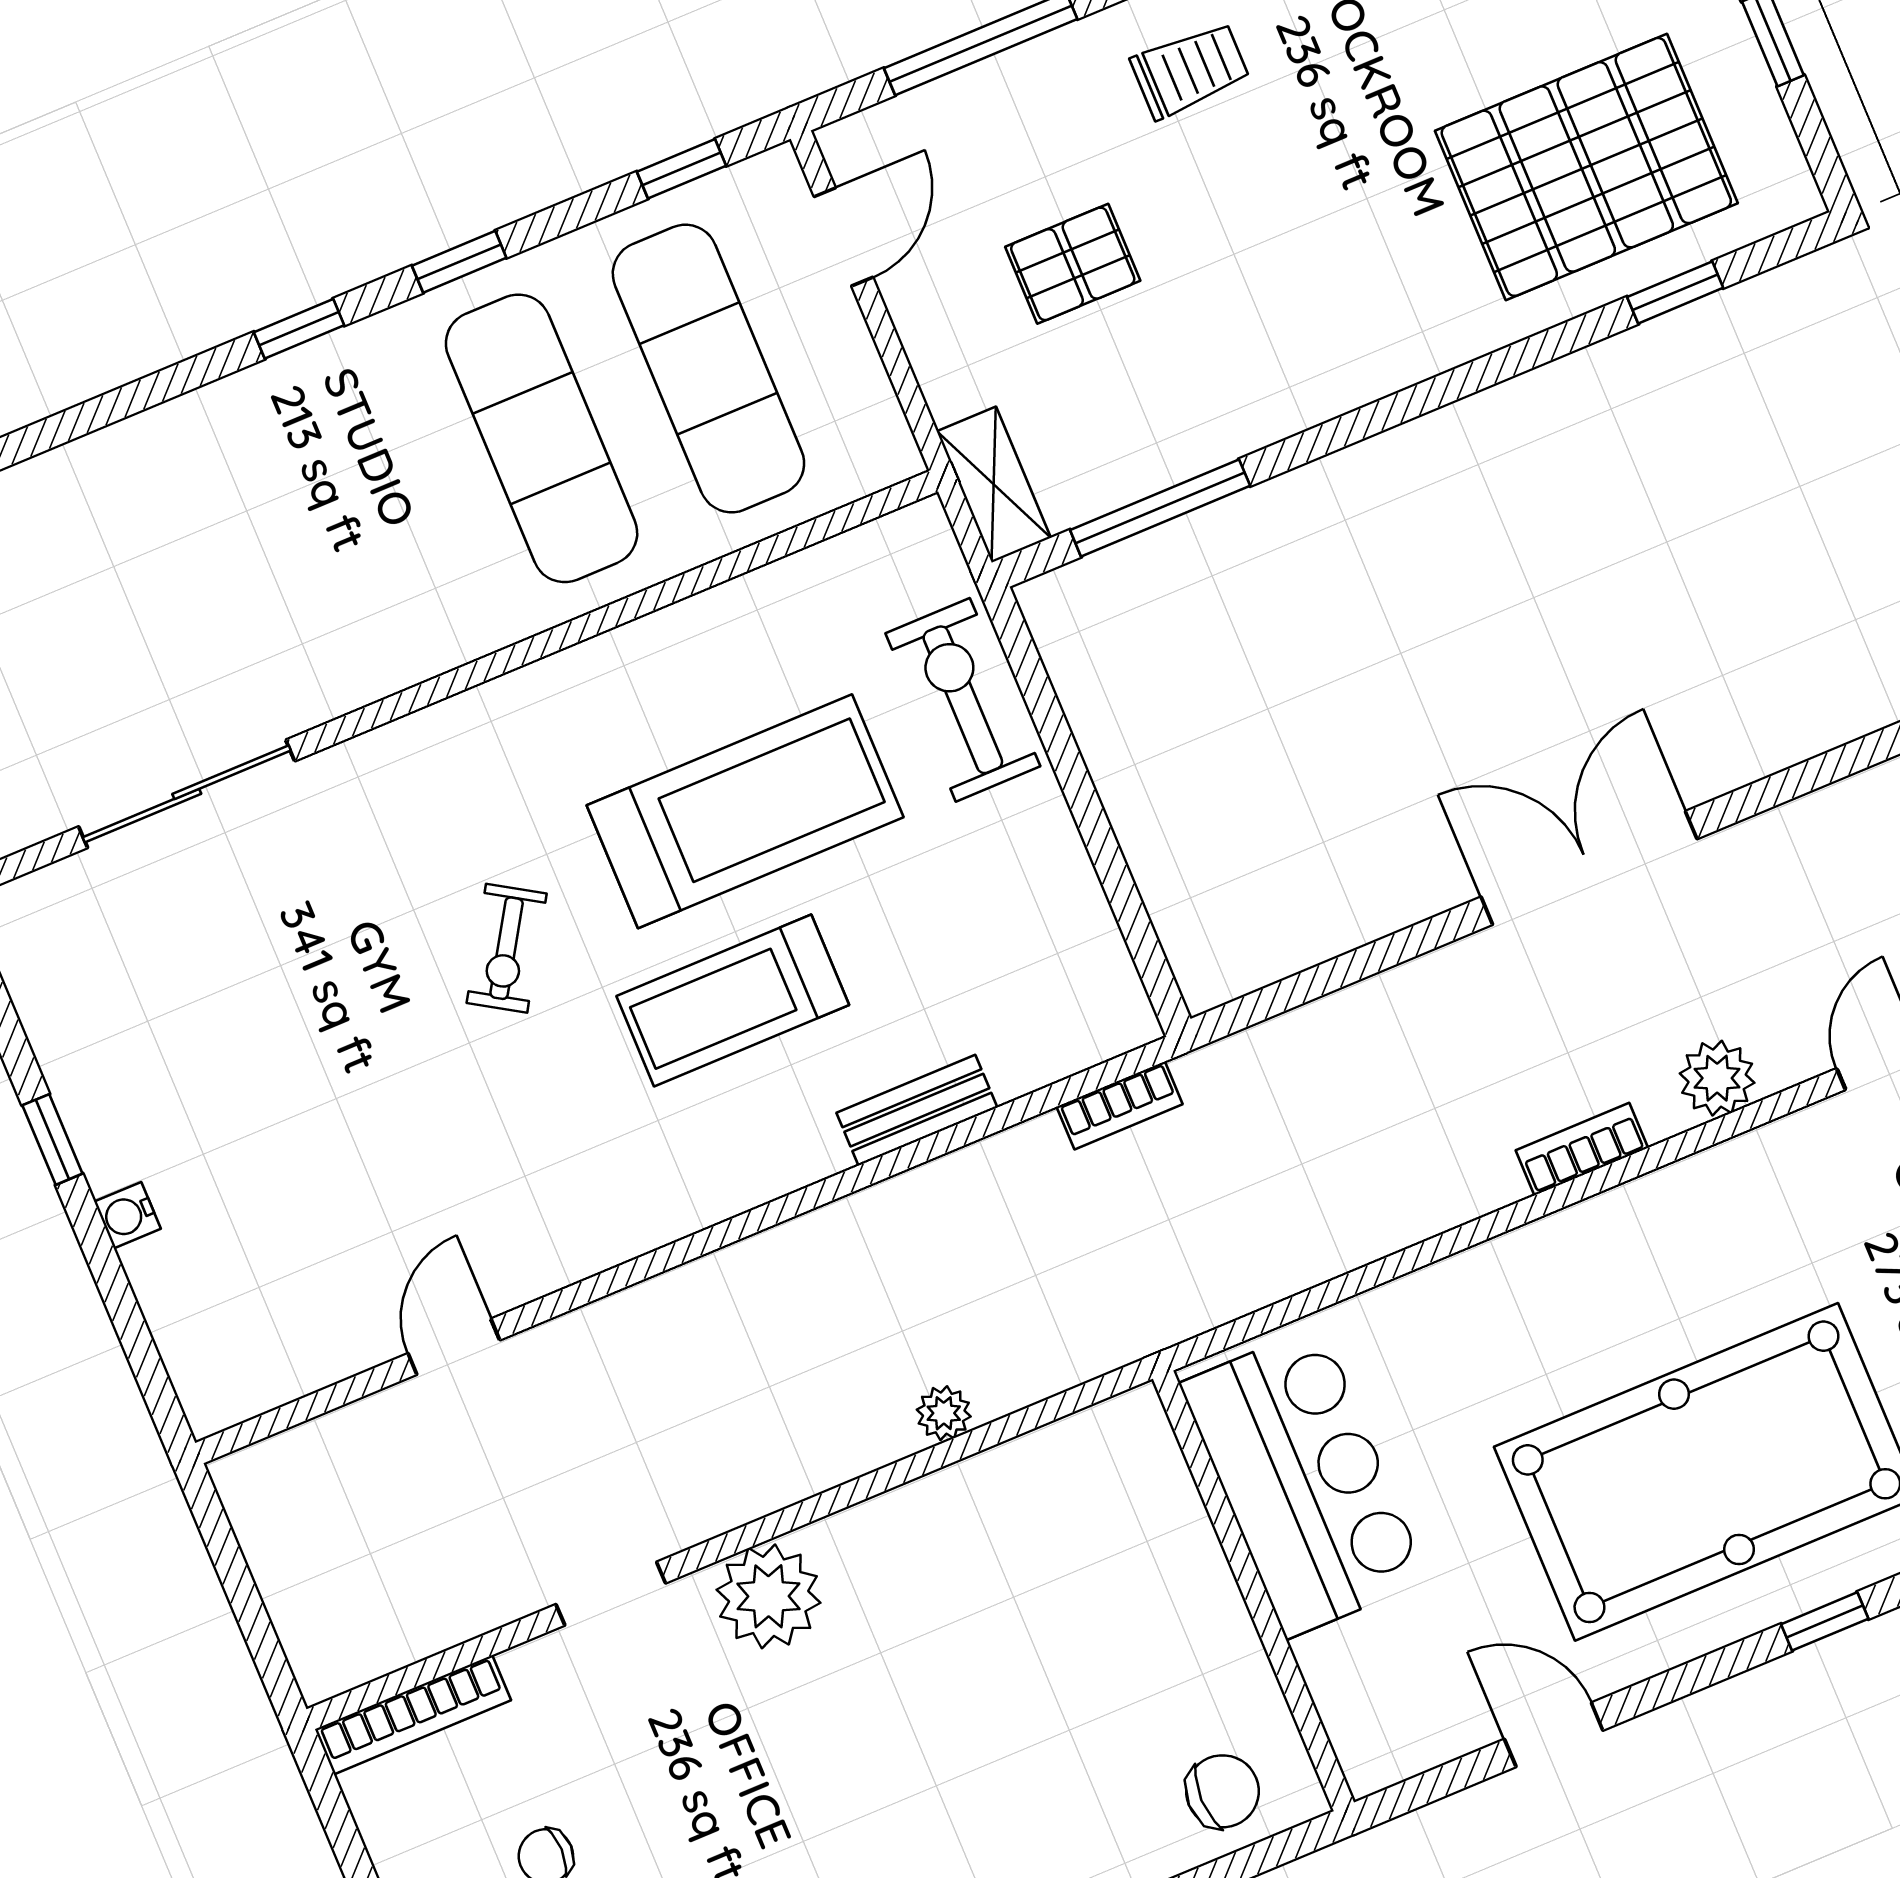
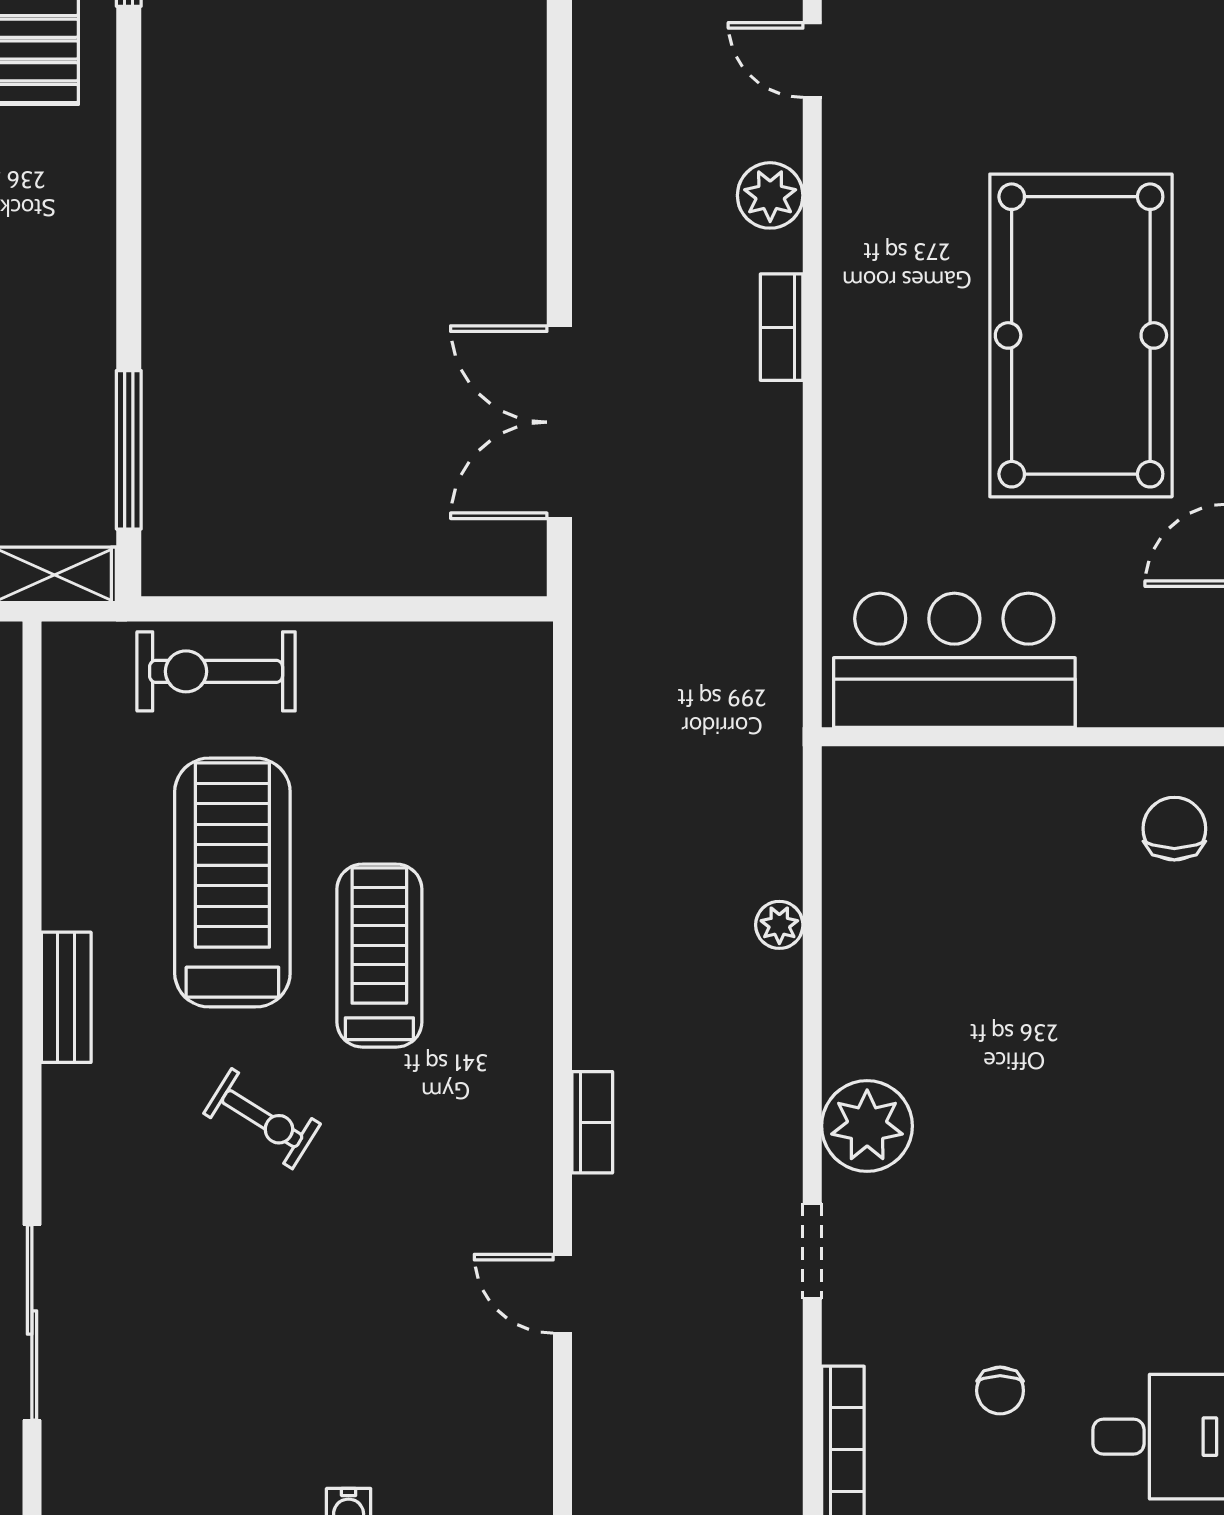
double door: (1589, 868) -> (559, 422), moved
treadmill: (733, 1001) -> (379, 956), turned 180
bookcase: (1120, 1105) -> (592, 1122), moved
bench: (917, 1110) -> (66, 997), moved

